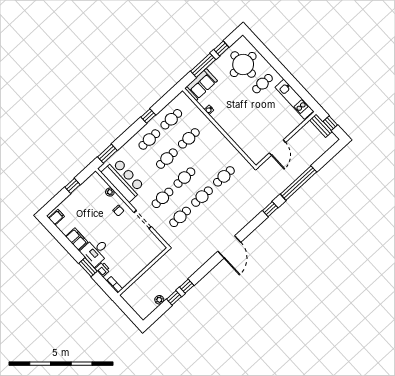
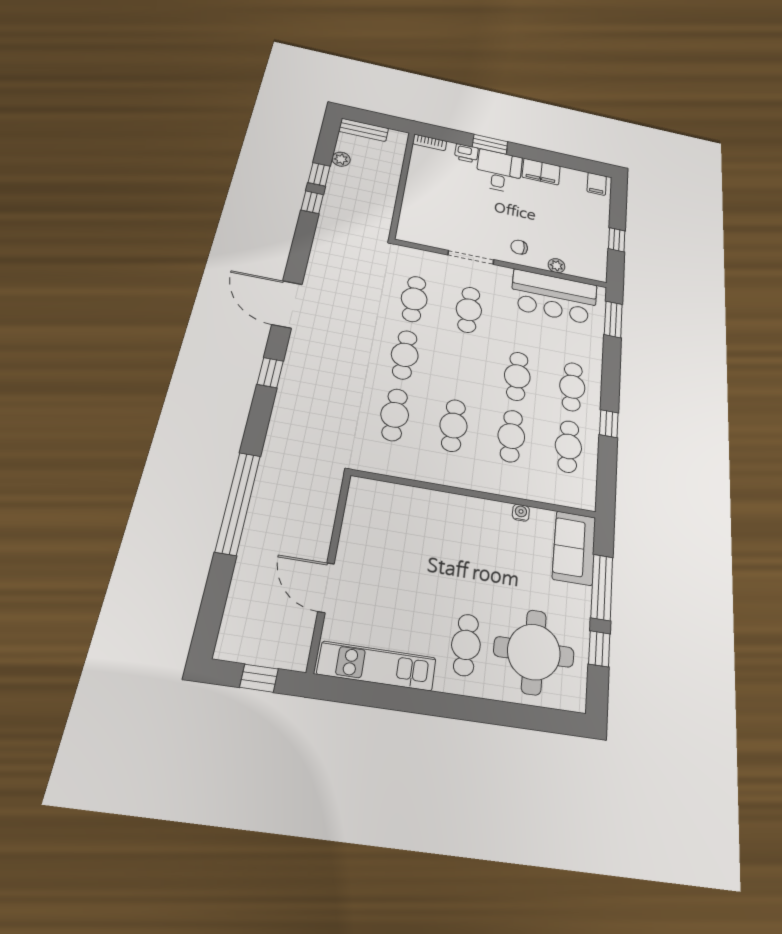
bench: (321, 126) -> (364, 130), moved
door: (277, 148) -> (326, 588), moved
cafe table: (184, 178) -> (453, 425), moved
window: (270, 209) -> (270, 373), moved

